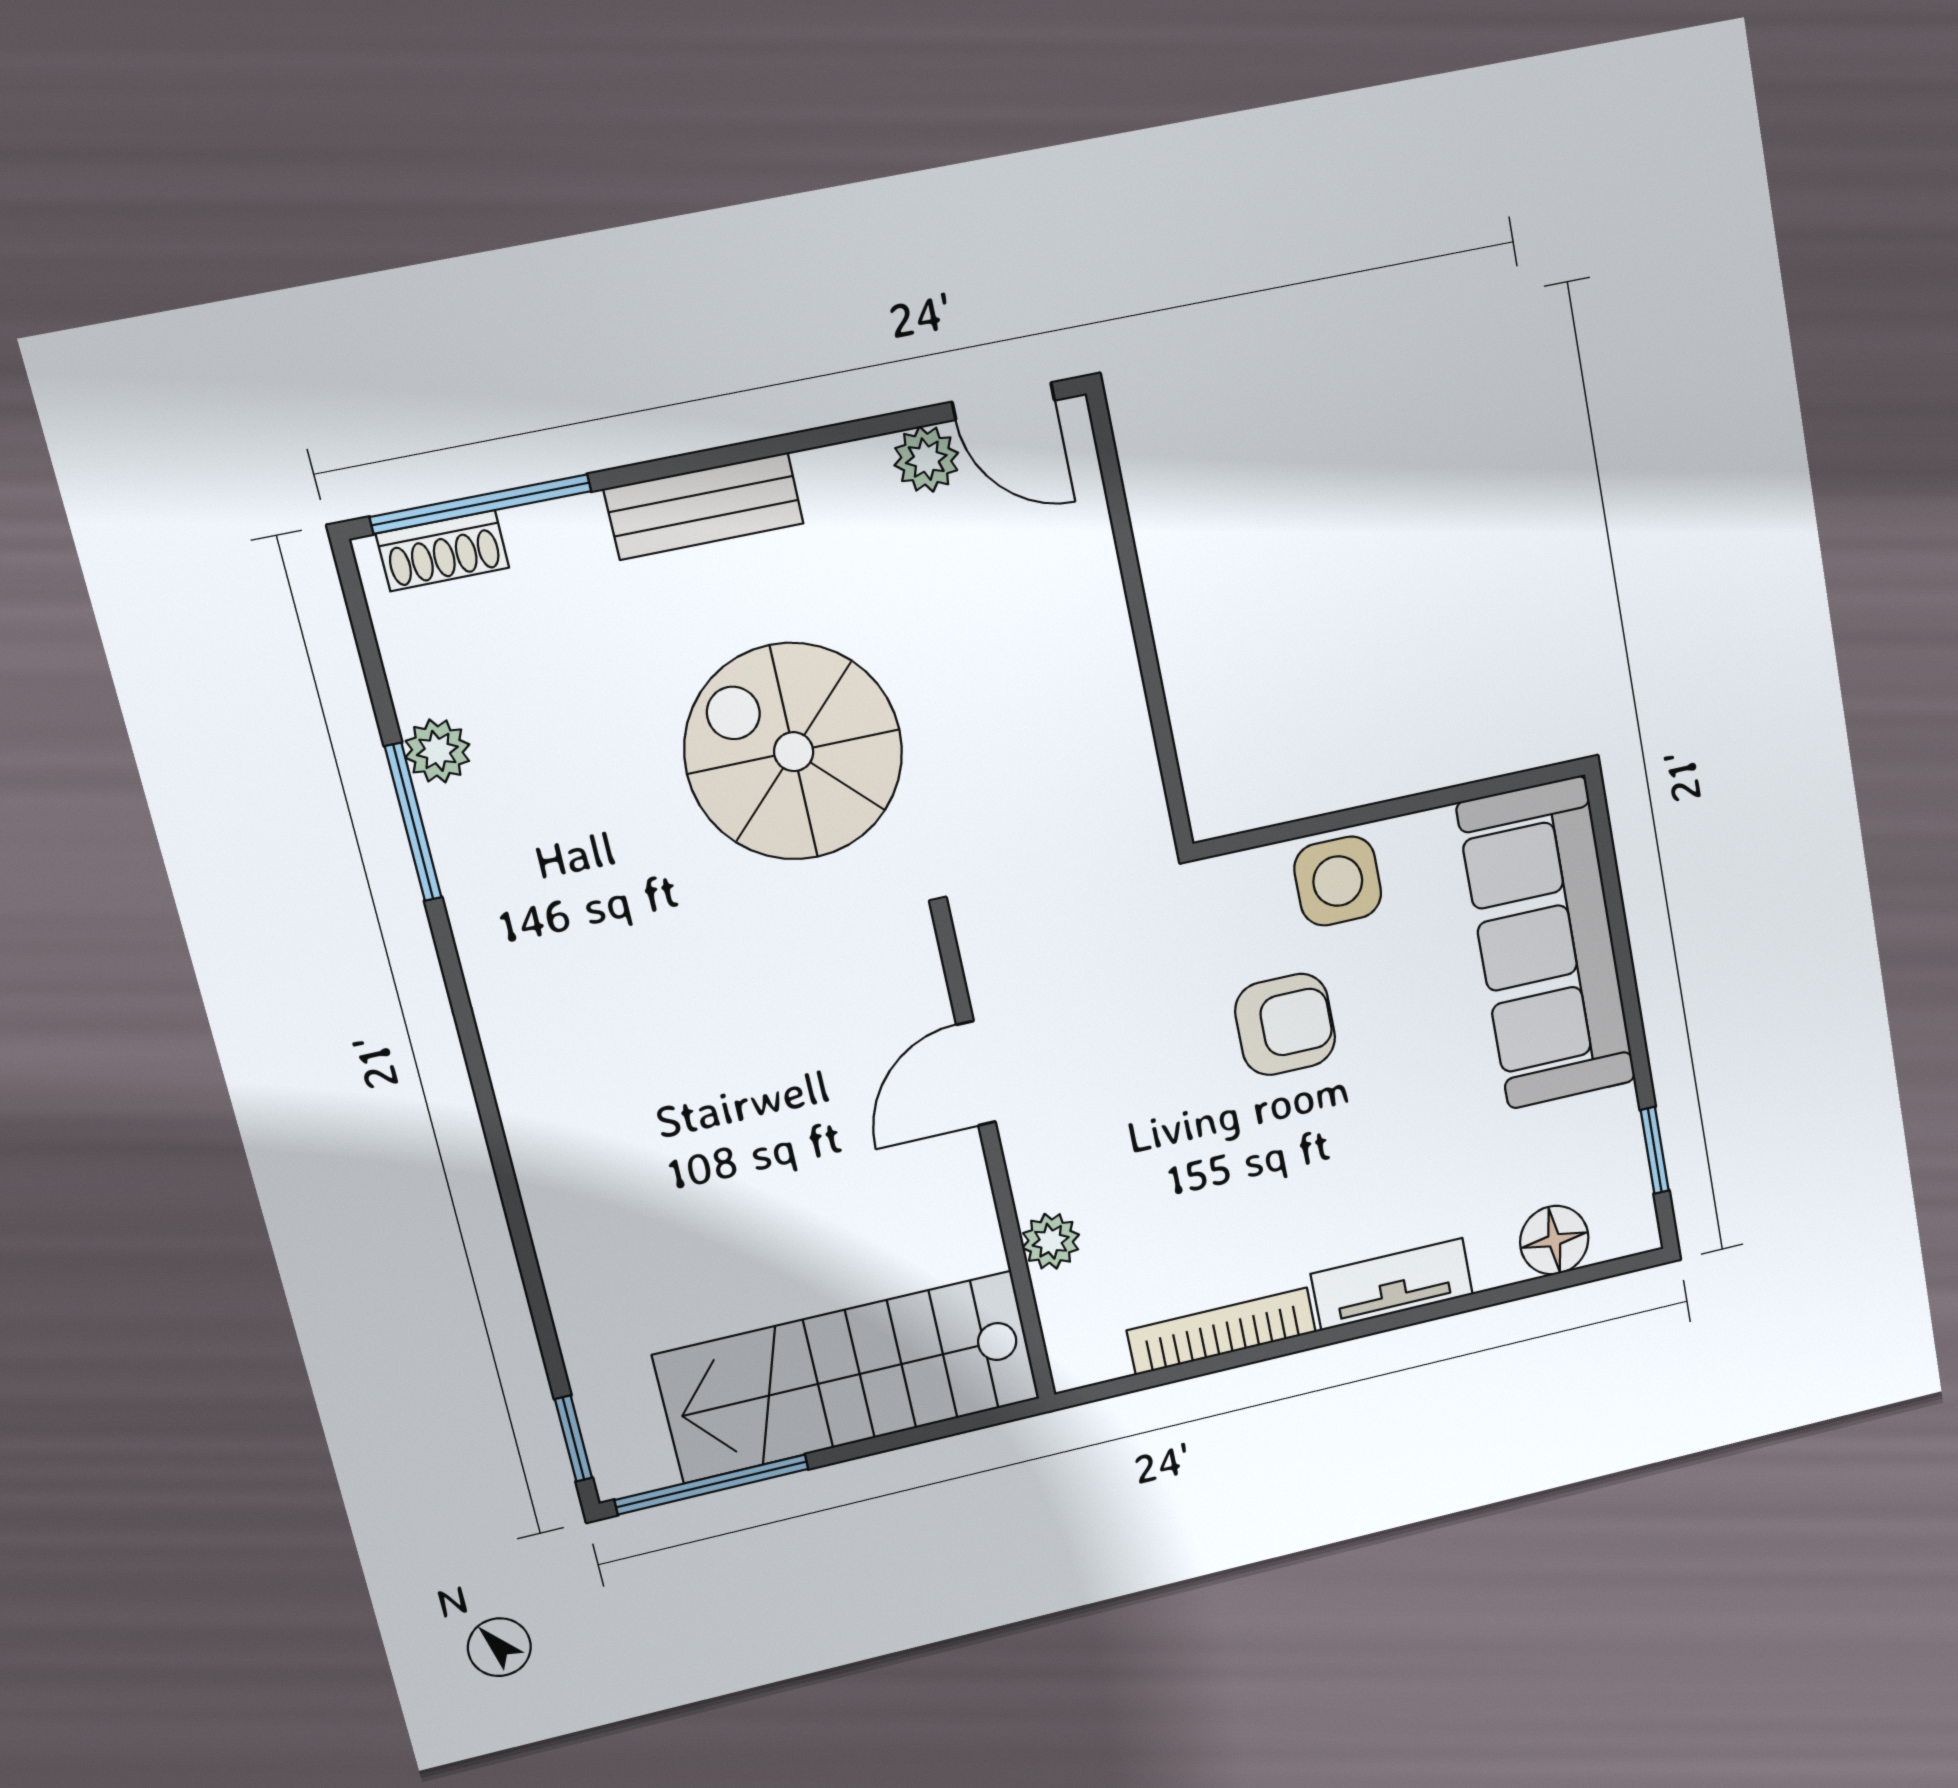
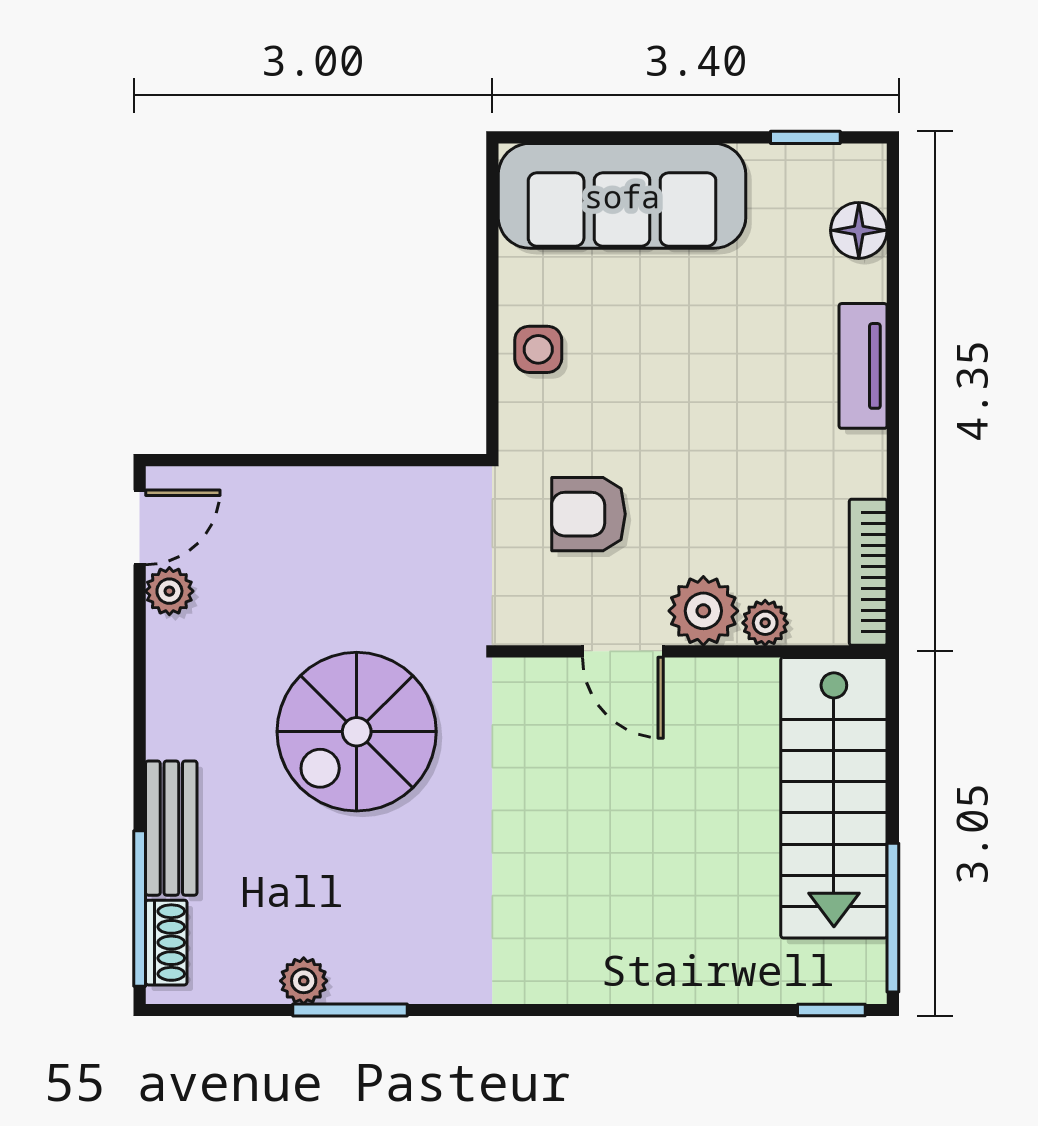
bench: (704, 506) -> (171, 828), moved
side table: (1338, 881) -> (538, 349), width x0.73, depth x0.73
armchair: (1285, 1024) -> (588, 514), moved, turned -90
plant: (1049, 1162) -> (703, 611), added
bookcase: (1222, 1331) -> (868, 572), moved

